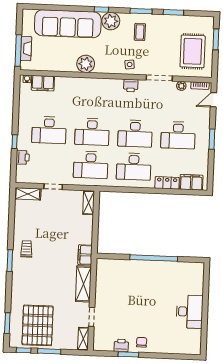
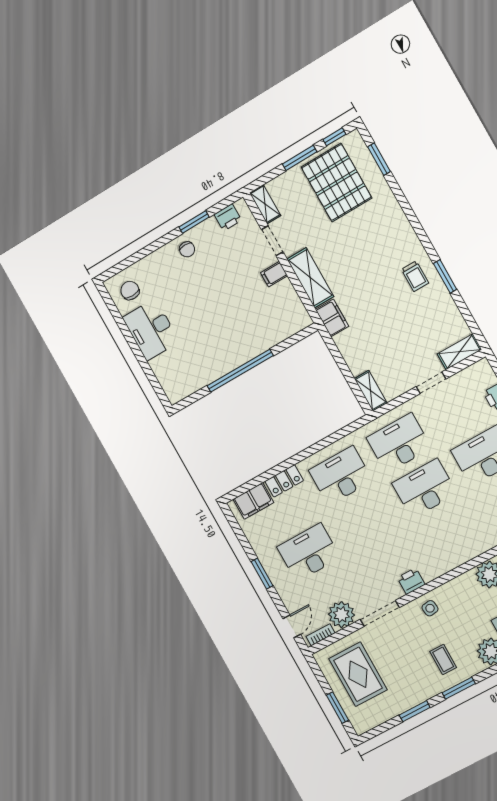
plant: (181, 86) -> (341, 615), width x1.88, depth x1.88
desk: (135, 133) -> (366, 521), removed
window: (10, 261) -> (445, 276), moved
filing cabinet: (102, 298) -> (274, 274), added
chair: (188, 340) -> (130, 290), added
printer: (121, 345) -> (228, 217), moved

